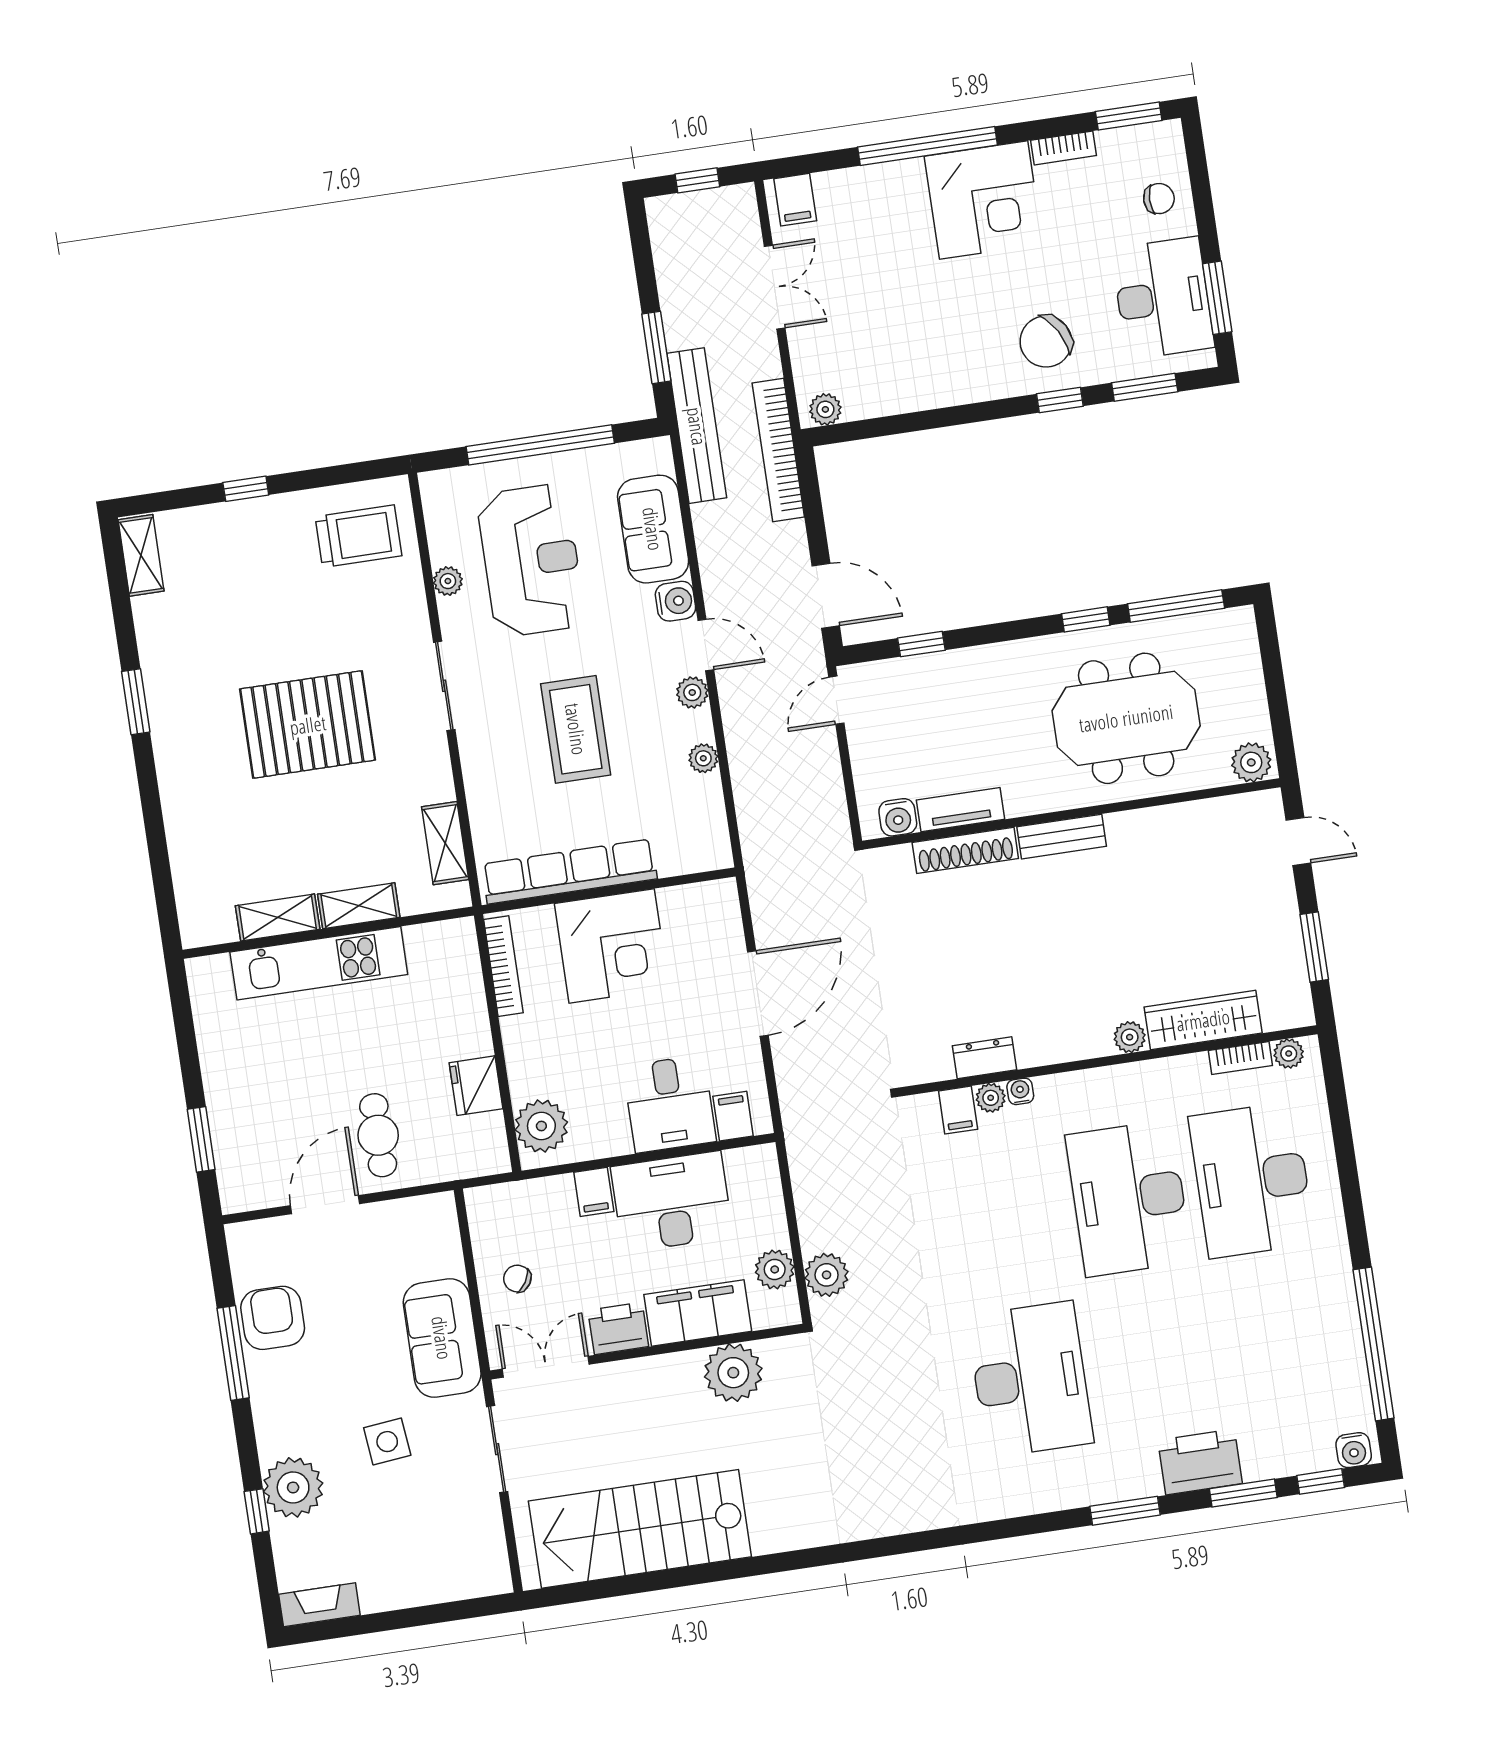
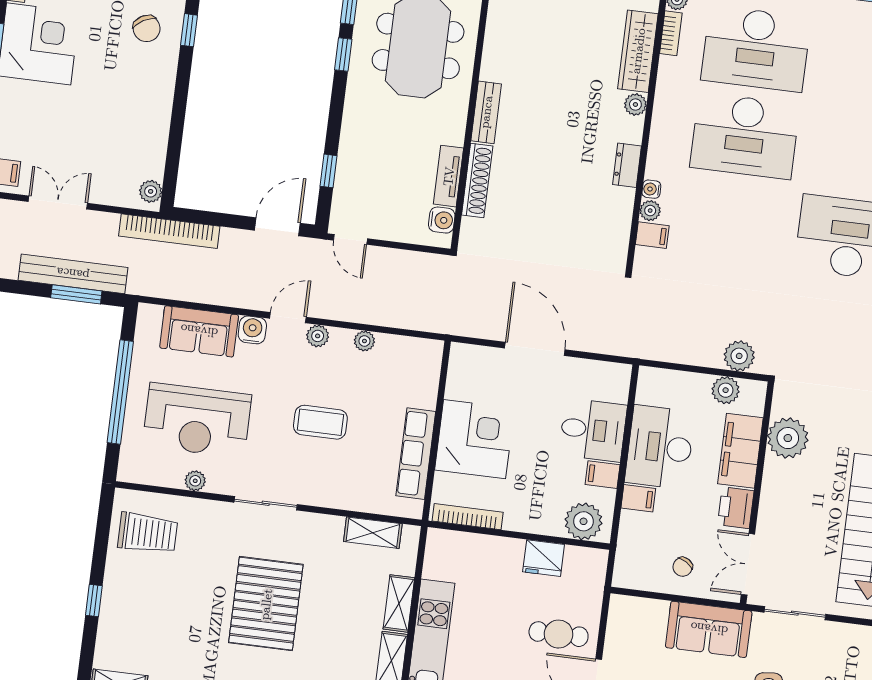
chair: (1046, 341) -> (147, 28), width x0.73, depth x0.73
bench: (697, 426) -> (73, 274), moved
trolley: (358, 536) -> (148, 533), turned 90
reception desk: (531, 560) -> (197, 420), turned 180
coffee table: (576, 729) -> (320, 422), width x0.73, depth x0.76
row of seats: (569, 871) -> (416, 454), width x0.73
dresser: (984, 1058) -> (627, 165), moved
filing cabinet: (733, 1116) -> (603, 475), moved

